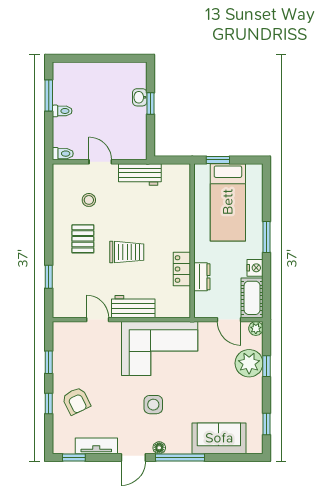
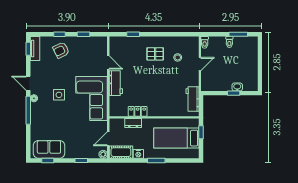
workbench: (140, 175) -> (192, 99), moved
trolley: (127, 252) -> (147, 79), removed
door: (98, 320) -> (108, 62), hinge flipped
plant: (249, 363) -> (83, 150), removed
sofa: (219, 438) -> (49, 149), moved, turned -90
tv unit: (96, 446) -> (35, 48), moved

